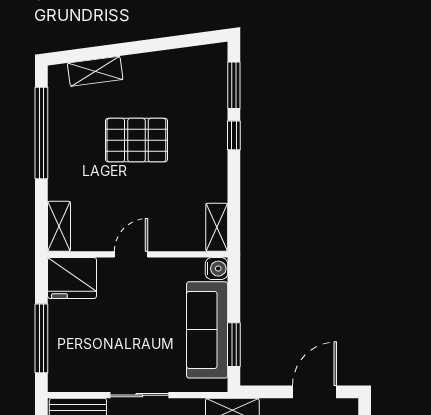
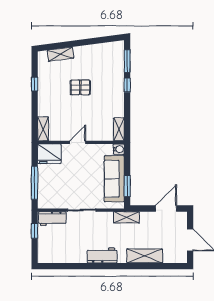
window: (41, 133) -> (35, 84), width x0.32
pallet: (136, 140) -> (80, 87), width x0.67, depth x0.71

